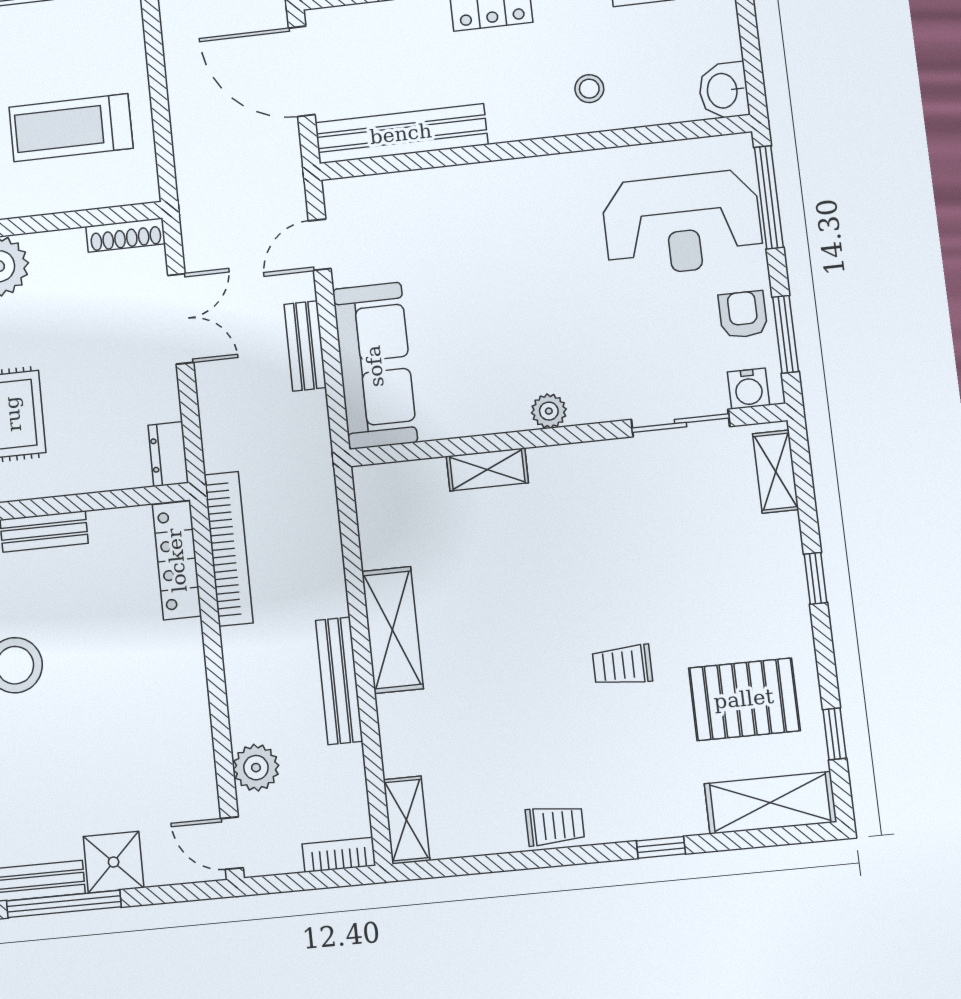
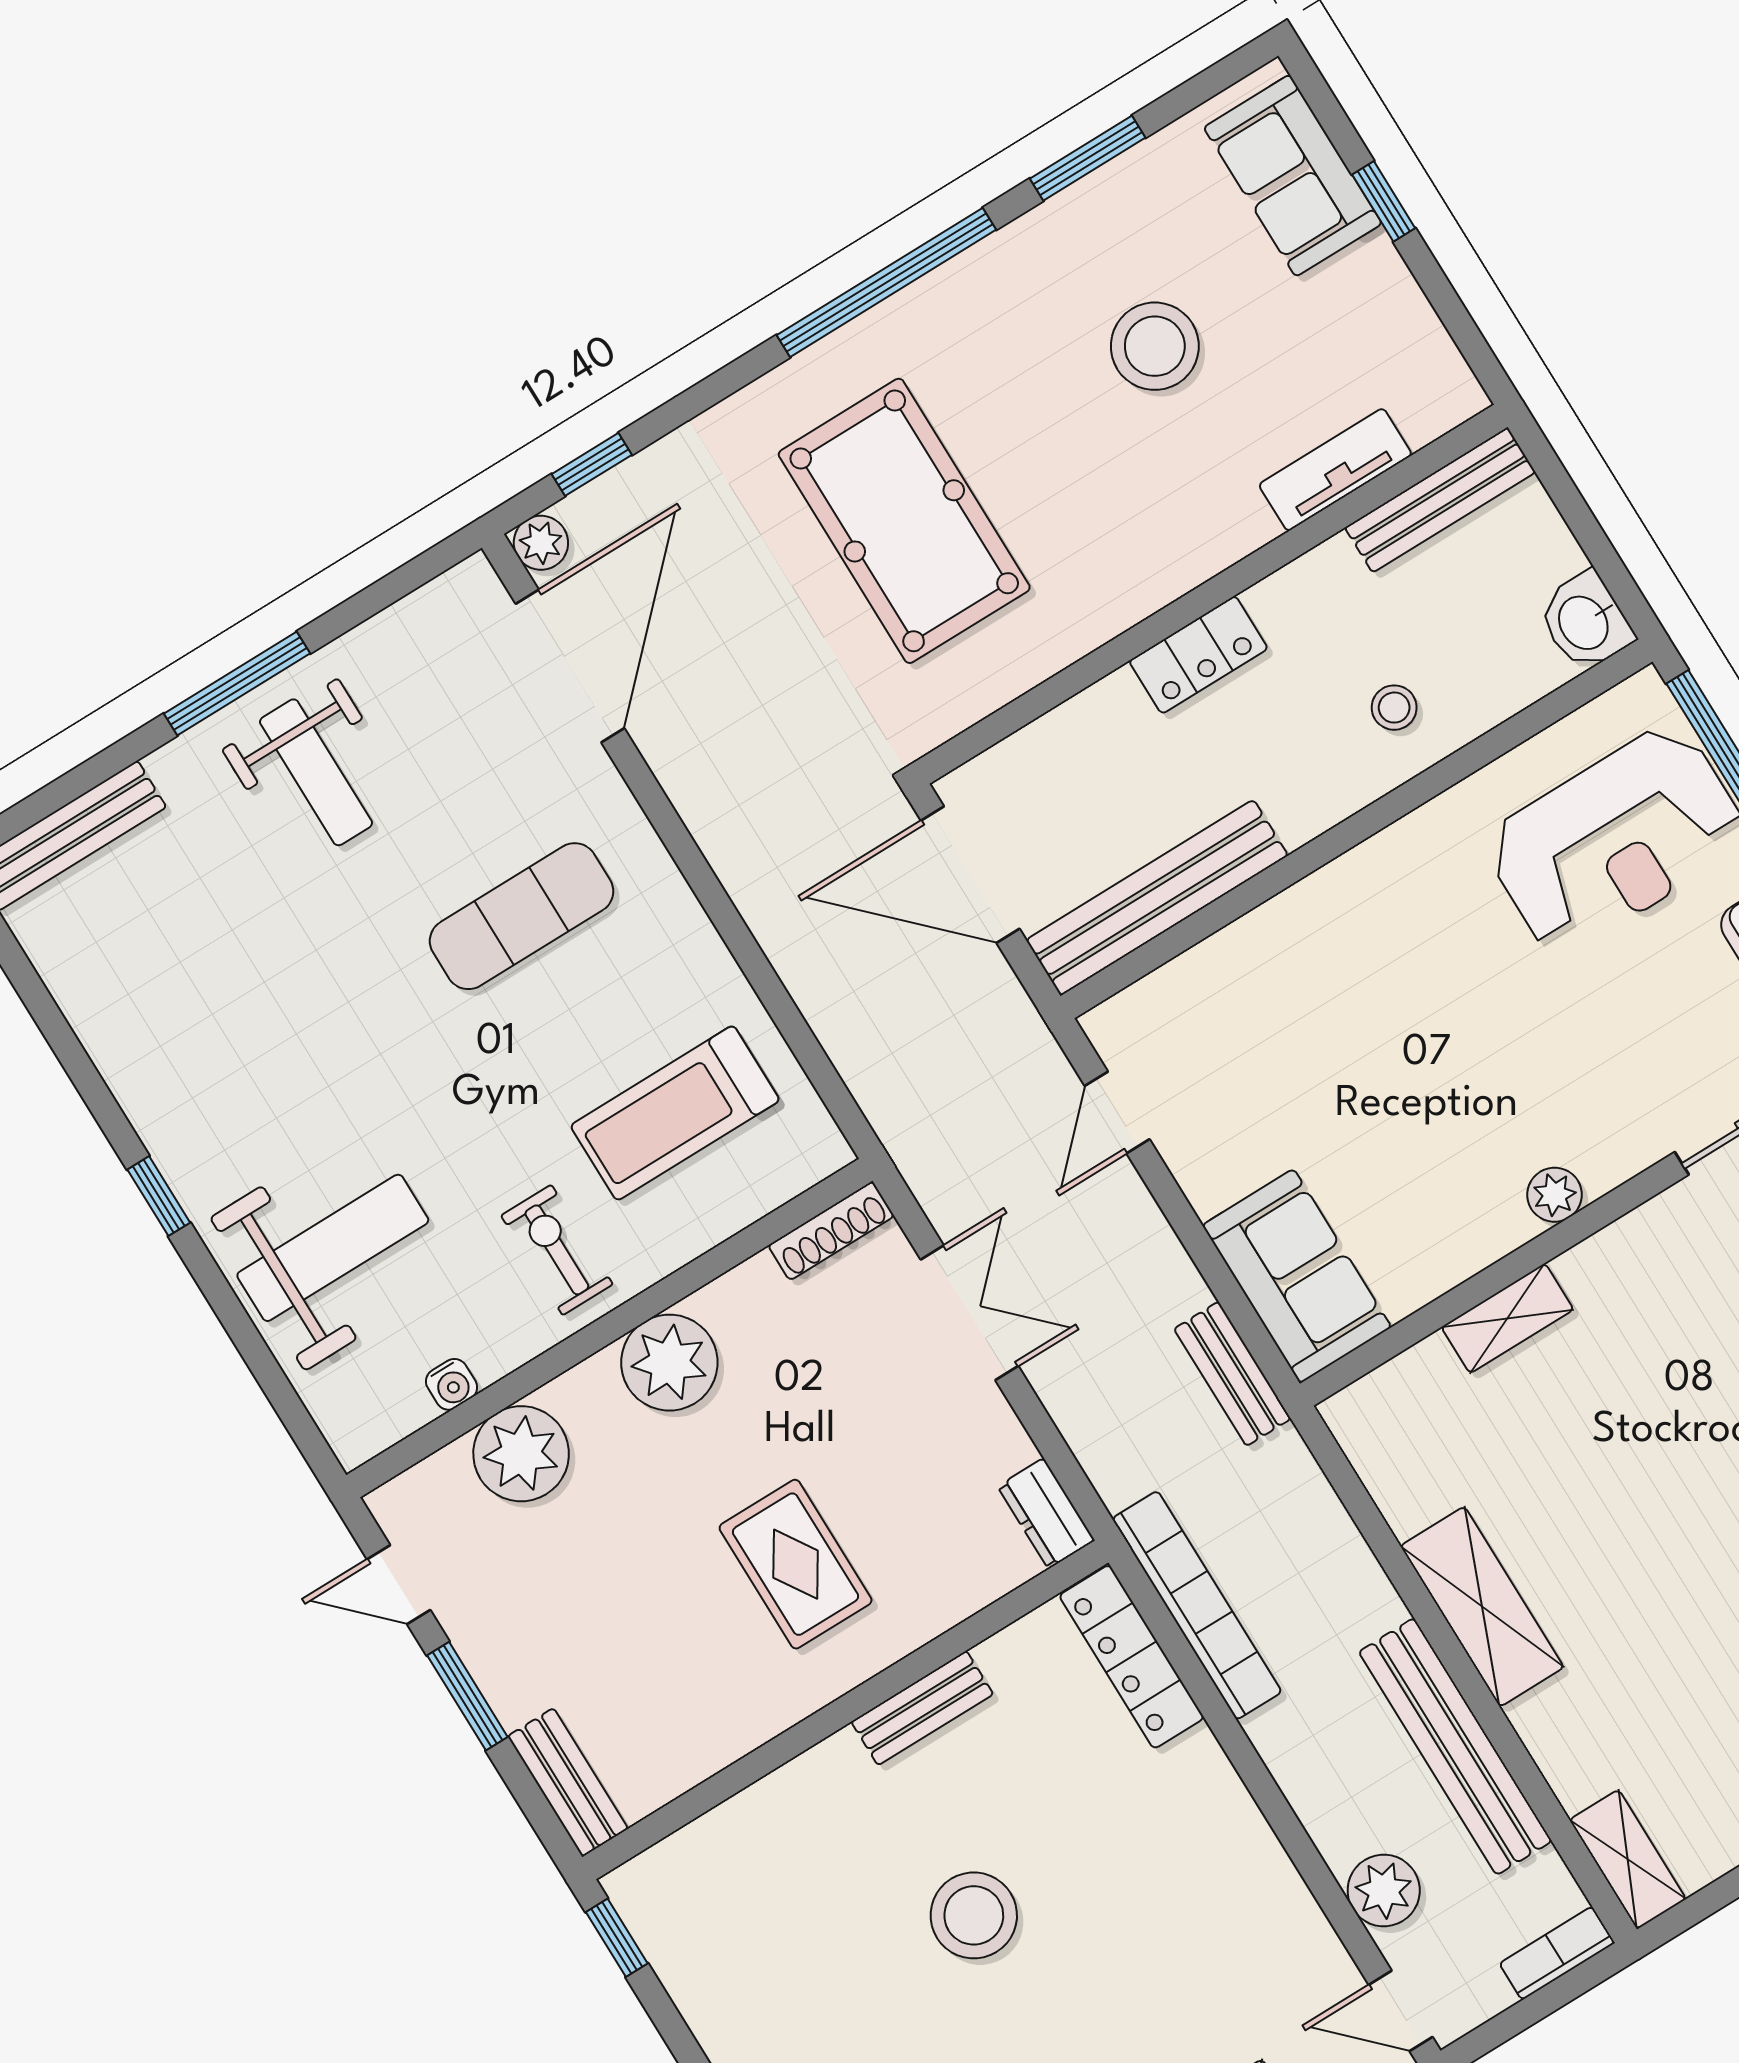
bench: (305, 346) -> (1232, 1374), moved
sofa: (375, 366) -> (1297, 1276), width x0.73
bench: (339, 681) -> (1455, 1747), width x1.37, depth x1.21

